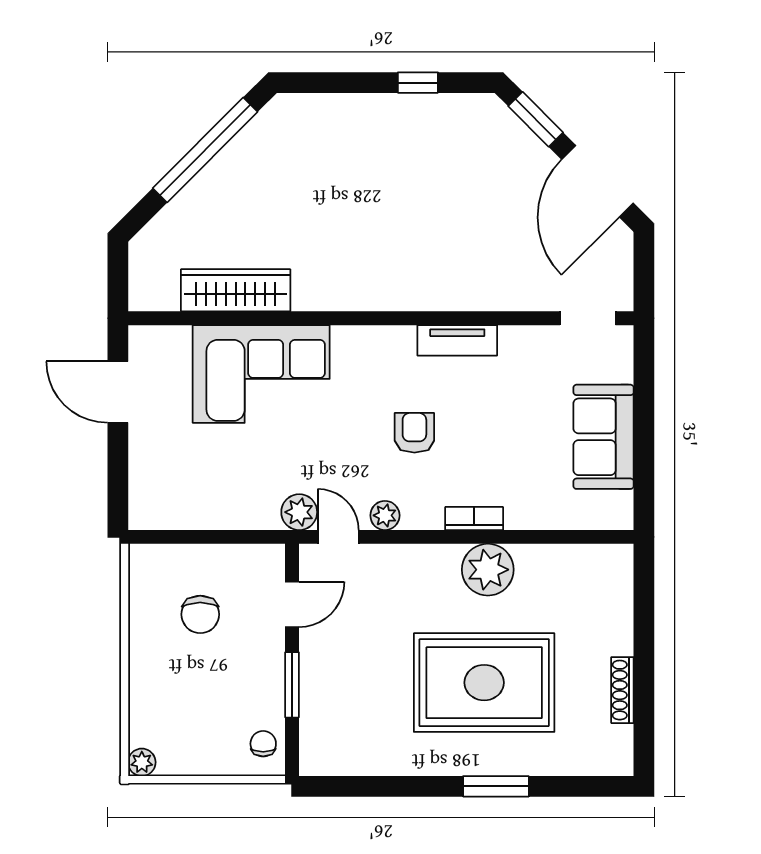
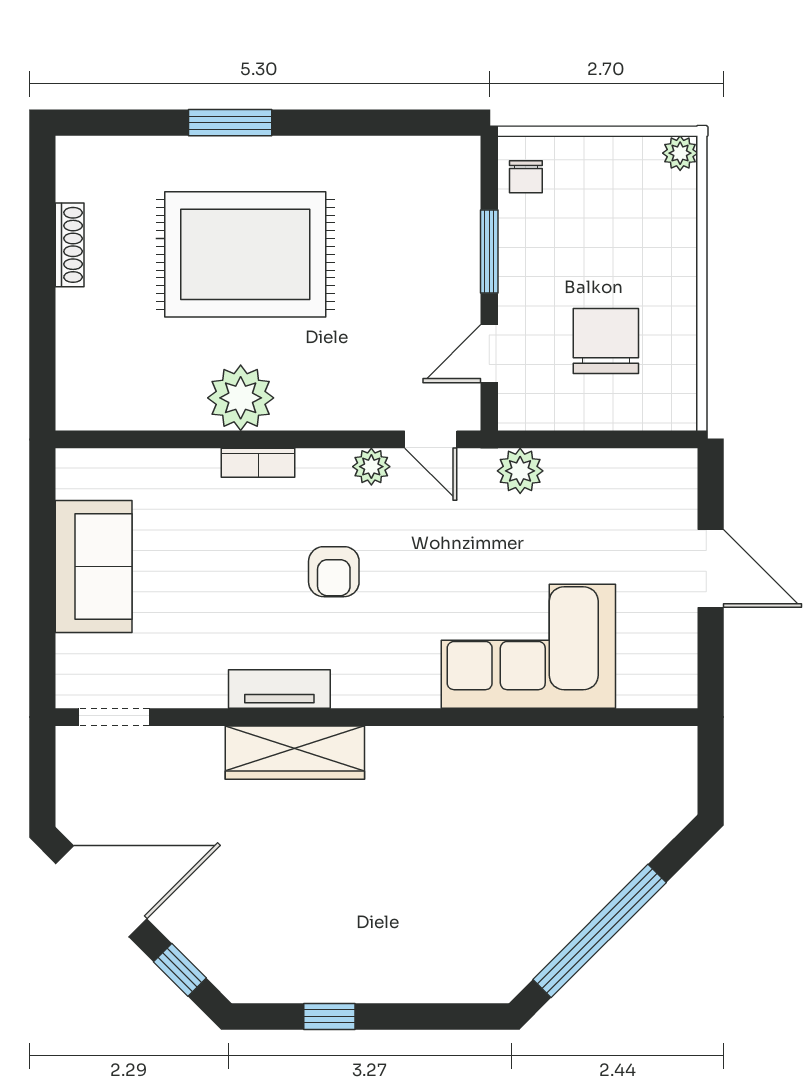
window: (536, 119) -> (180, 970), width x0.67
door: (598, 181) -> (101, 891), hinge flipped
wardrobe: (236, 290) -> (295, 753), moved
door: (118, 392) -> (711, 569), moved
plant: (299, 512) -> (520, 471), moved
chair: (200, 614) -> (606, 341), width x1.37, depth x1.37

